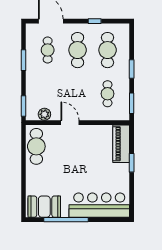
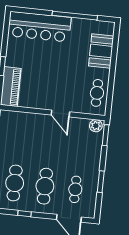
cafe table: (108, 94) -> (19, 139), removed
plant: (44, 114) -> (96, 126), moved
cafe table: (36, 146) -> (97, 93), width x0.73, depth x0.74
booth: (44, 207) -> (101, 51), moved, turned 90

